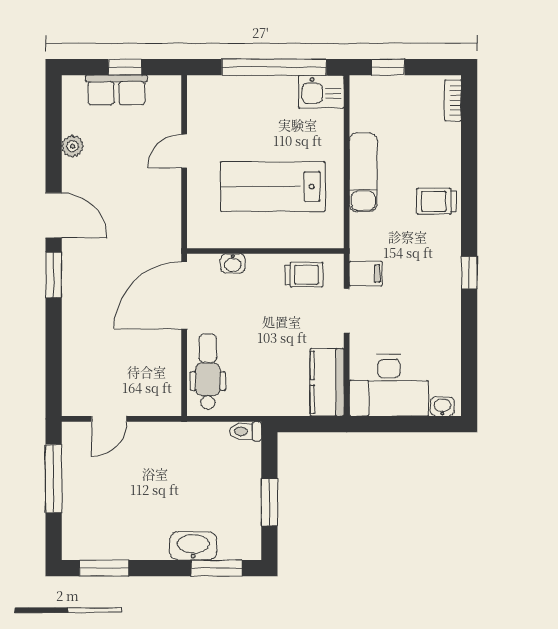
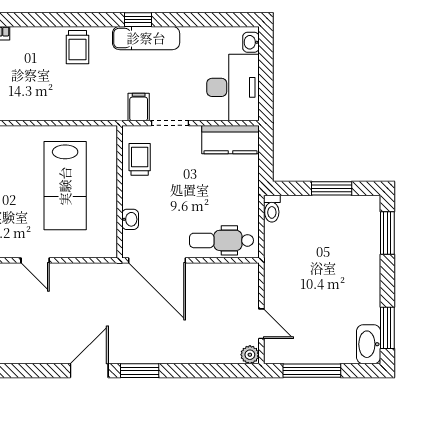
plant: (73, 146) -> (250, 355), moved
exam couch: (363, 172) -> (146, 38), moved, turned 180
washbasin: (193, 546) -> (369, 344), moved

